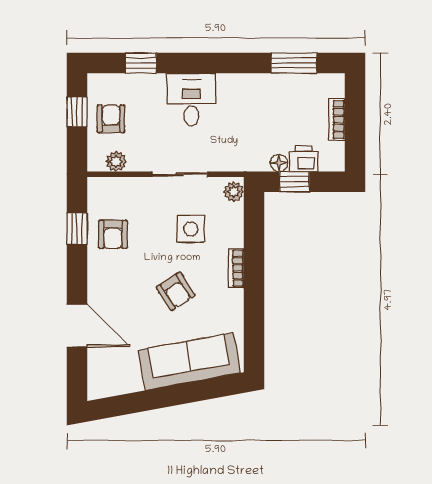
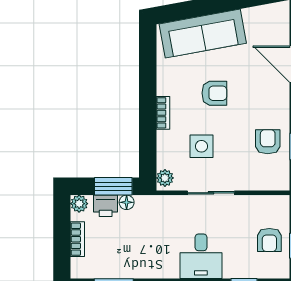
plant: (116, 161) -> (79, 204), moved
window: (294, 182) -> (113, 186), width x1.50
armchair: (176, 291) -> (214, 93), turned 123

